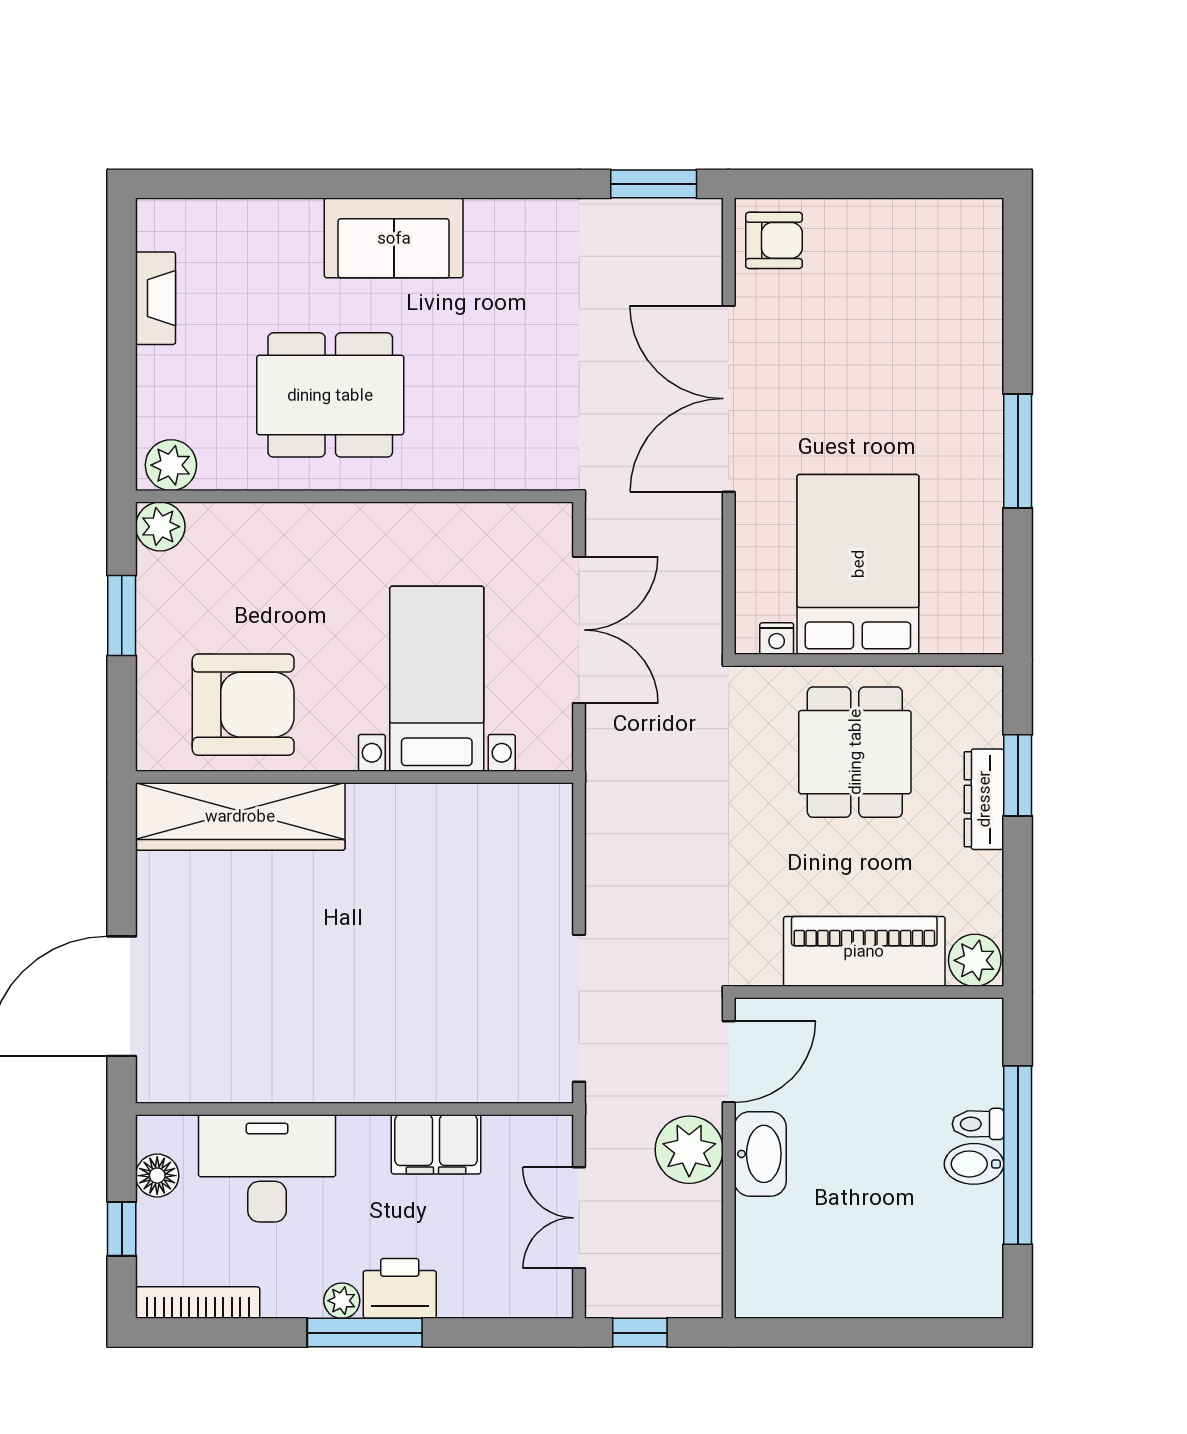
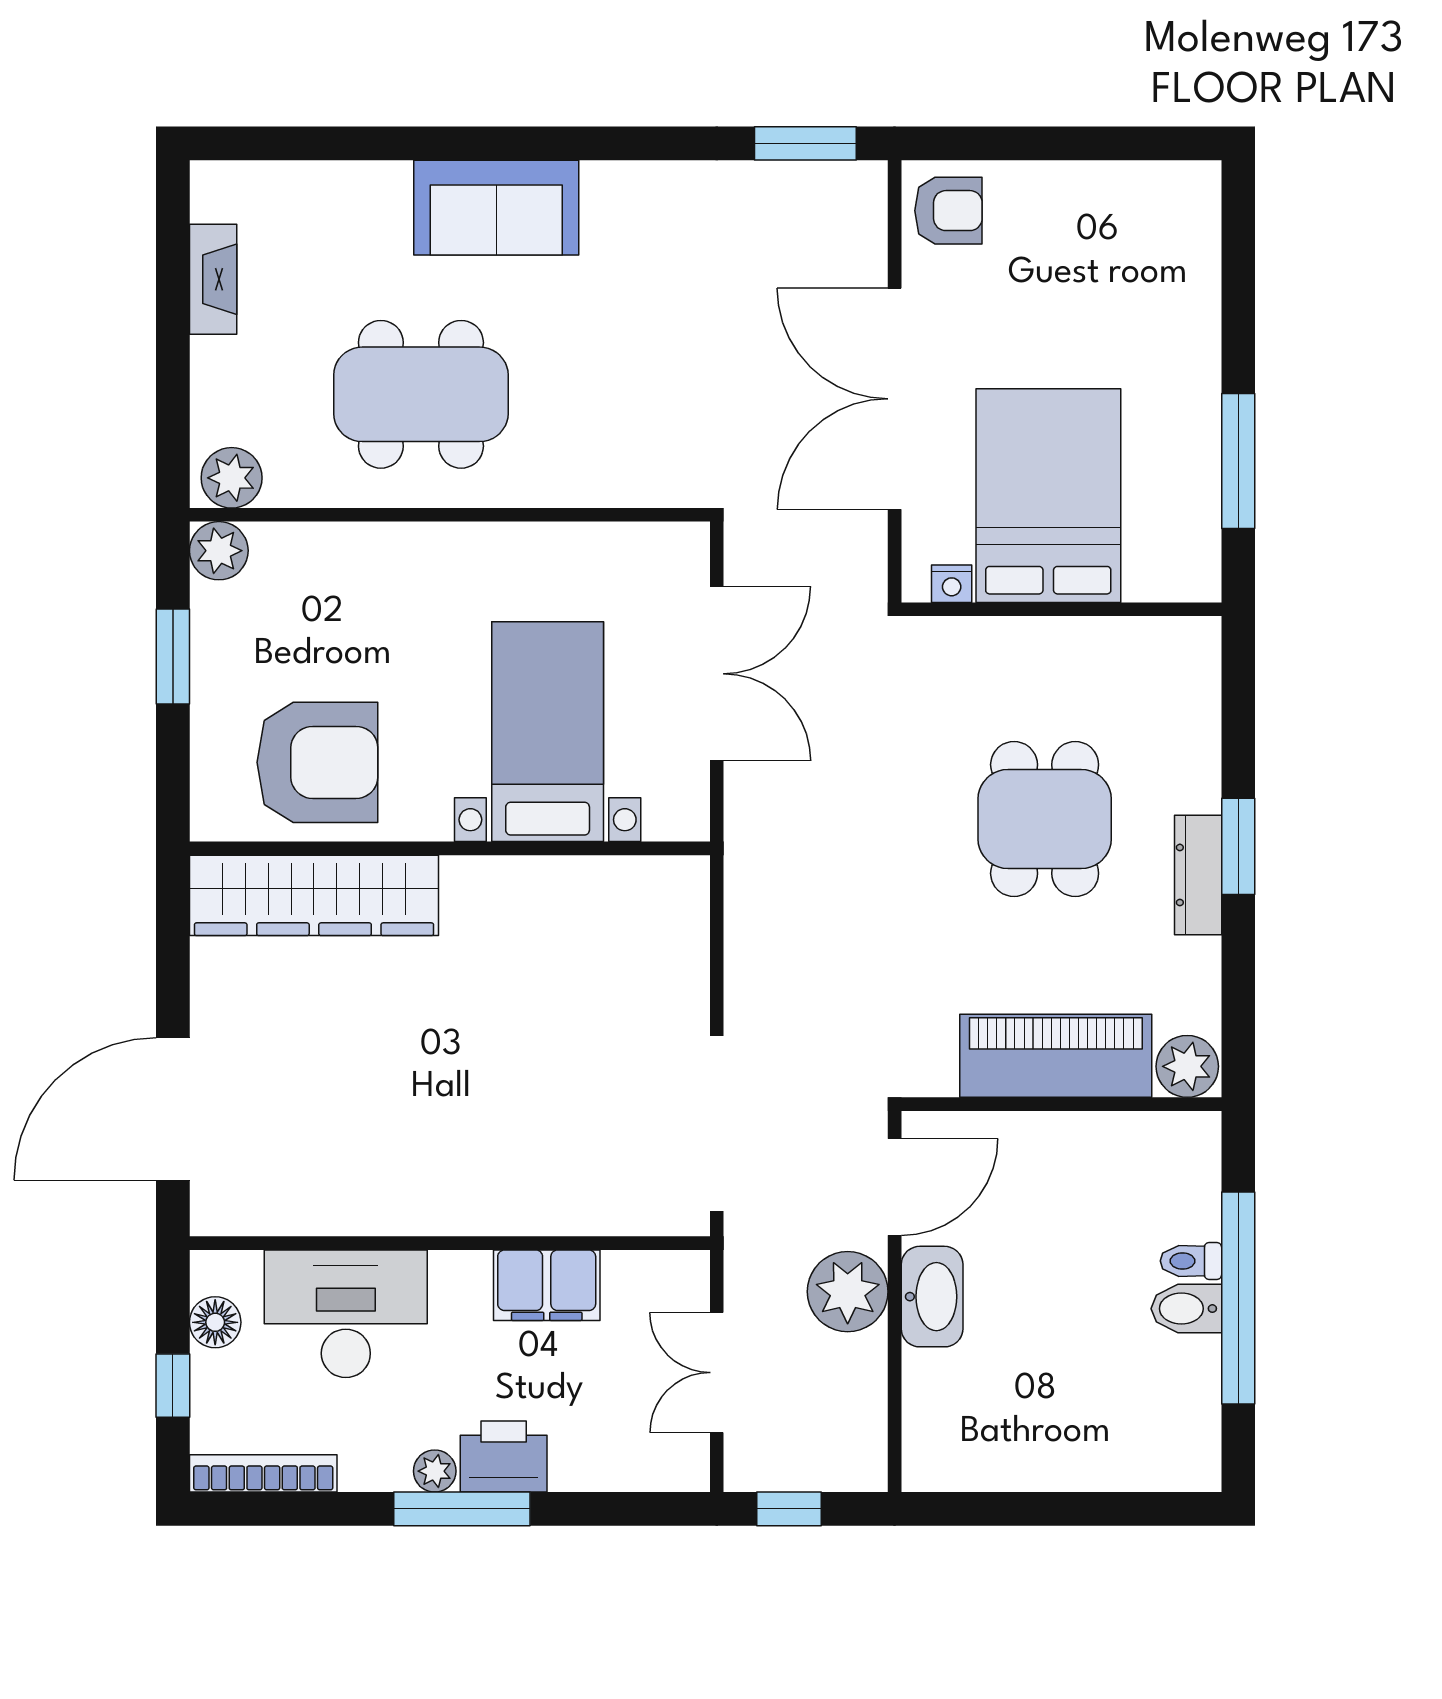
bed: (858, 564) -> (1048, 496), moved
nightstand: (777, 639) -> (952, 584), moved
wall: (869, 660) -> (1061, 609), moved

